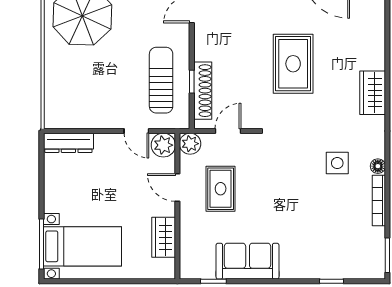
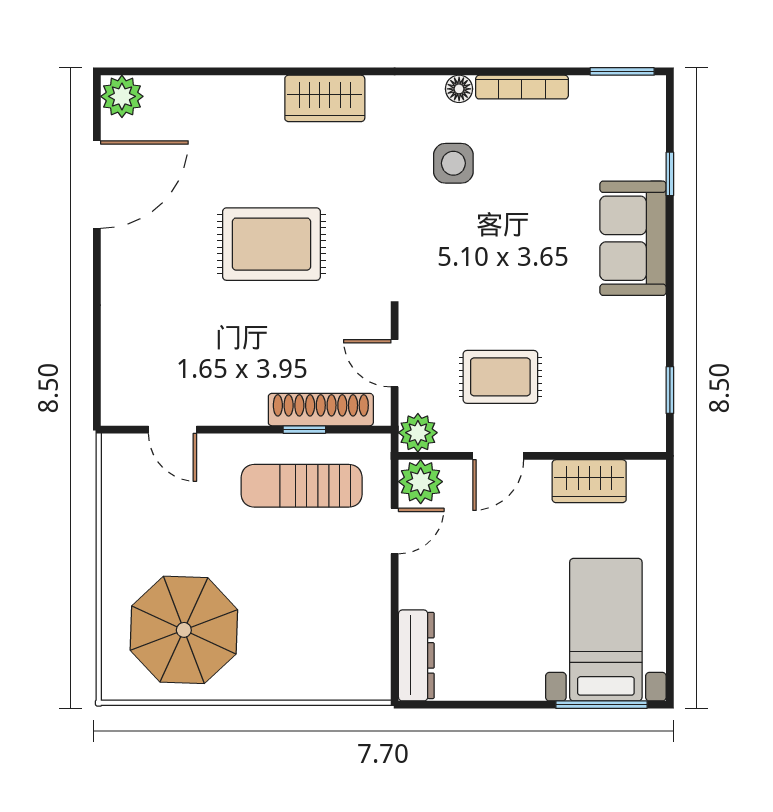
sofa: (248, 261) -> (633, 238), moved

